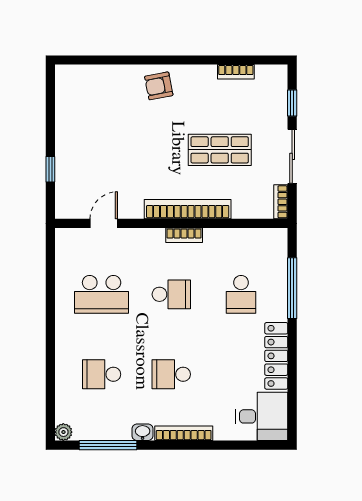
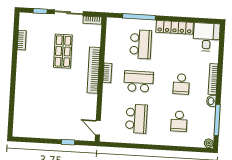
armchair: (159, 86) -> (27, 82), removed
door: (104, 223) -> (98, 128), moved
school desk: (171, 294) -> (139, 81), width x1.85
school desk: (241, 294) -> (141, 44), width x1.85

